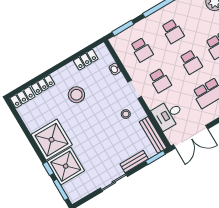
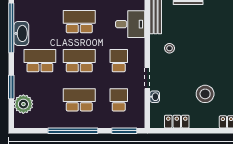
school desk: (173, 31) -> (79, 100), width x1.85
school desk: (191, 62) -> (79, 61), width x1.85
doorway: (135, 89) -> (147, 78), moved

